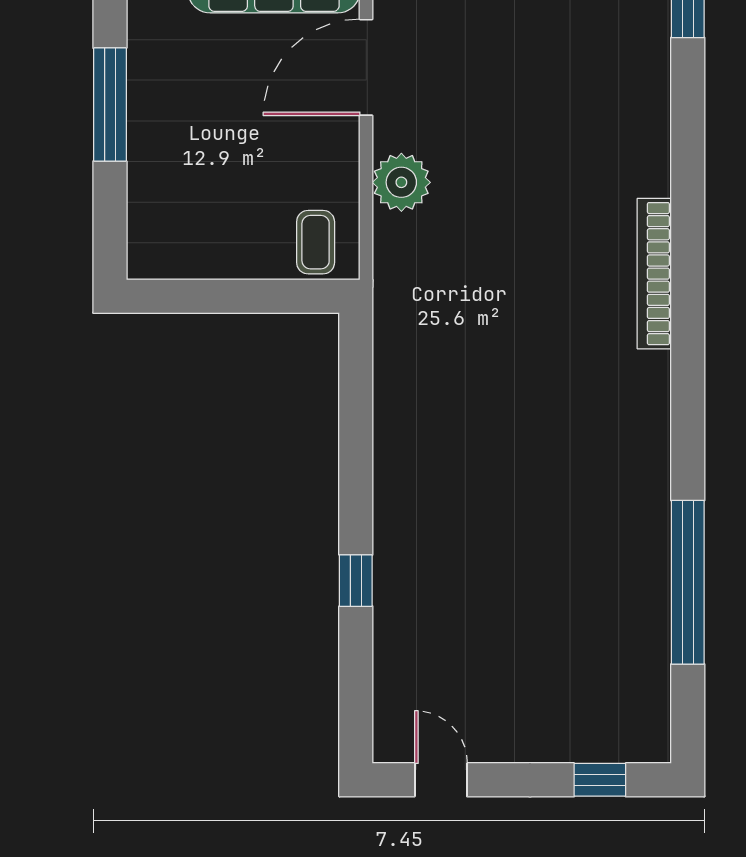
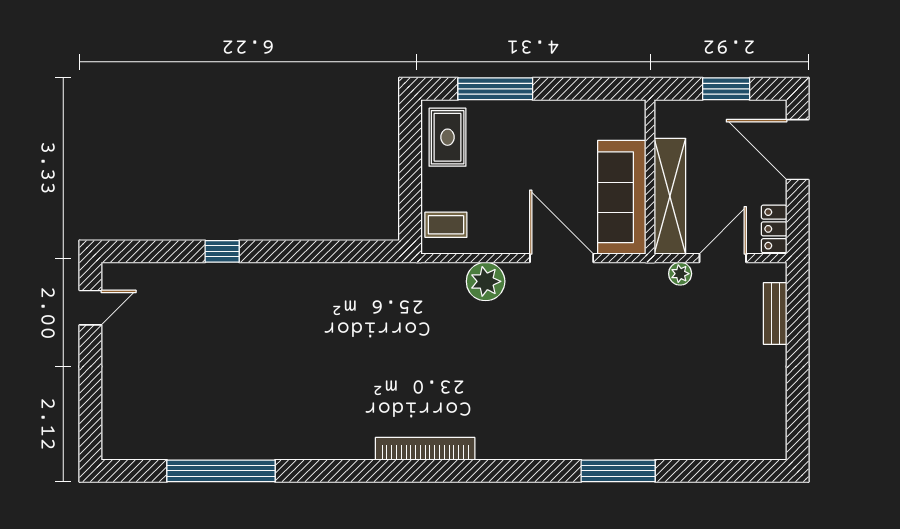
window: (110, 105) -> (495, 89), moved
rug: (183, 240) -> (448, 137), added
window: (600, 780) -> (90, 413), removed

